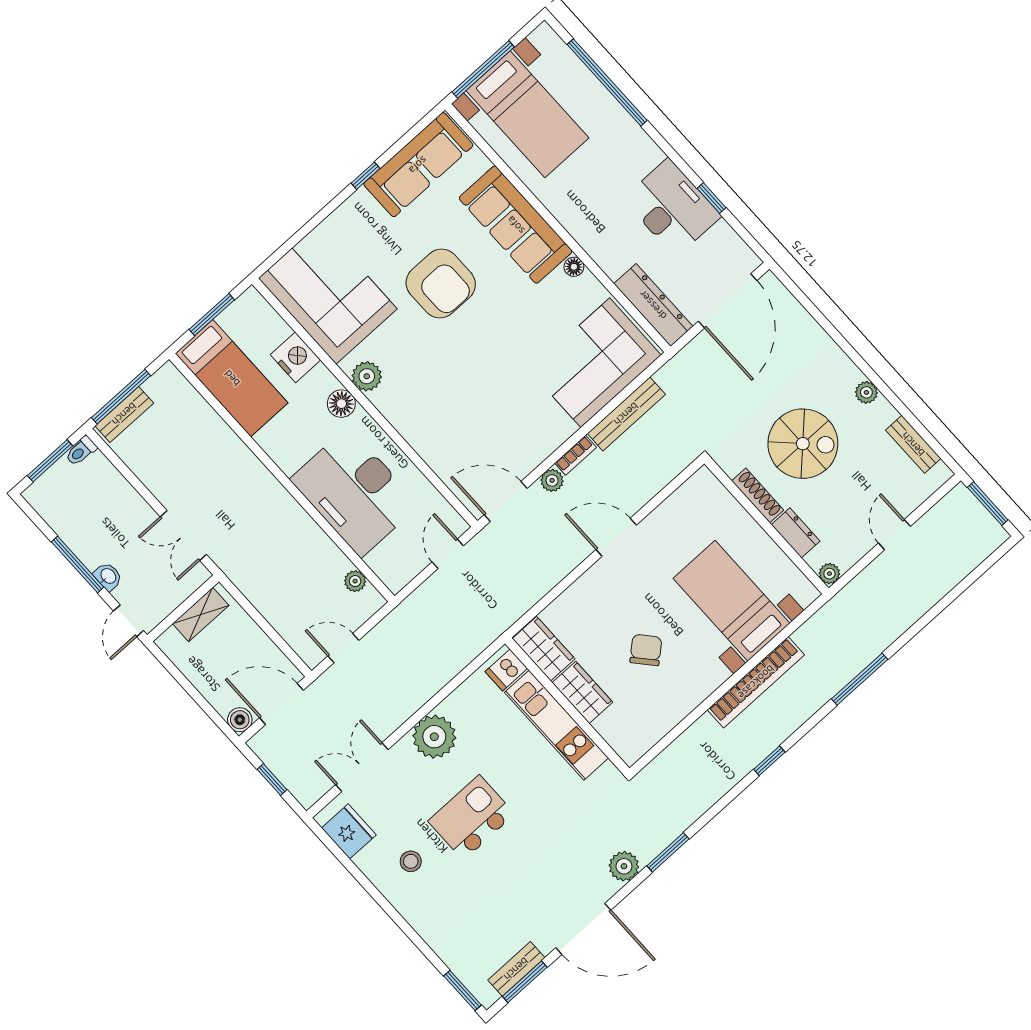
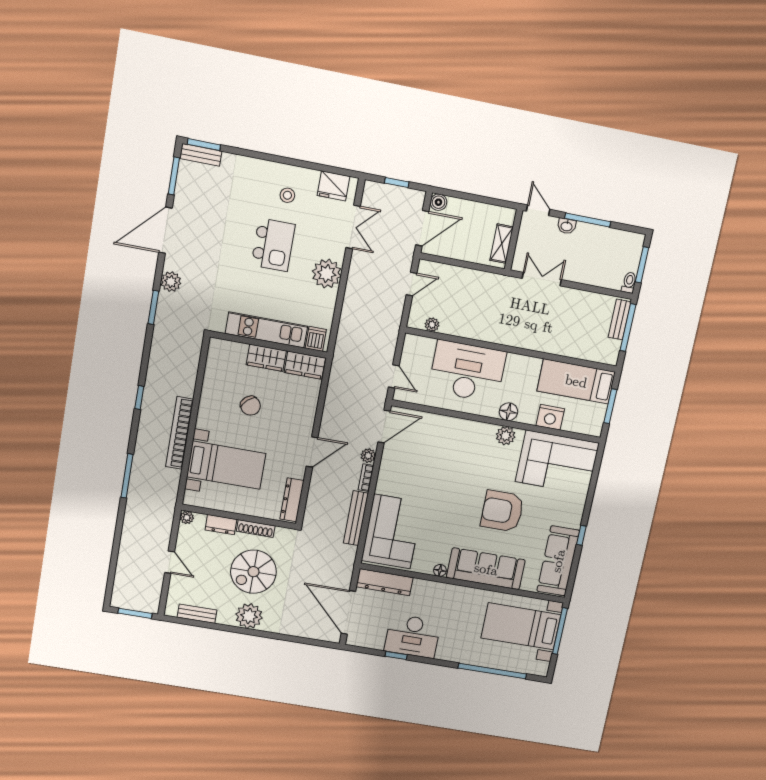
plant: (866, 392) -> (249, 616), width x1.87, depth x1.87
dresser: (686, 497) -> (292, 500), added
bench: (516, 969) -> (201, 155), moved, turned 90

